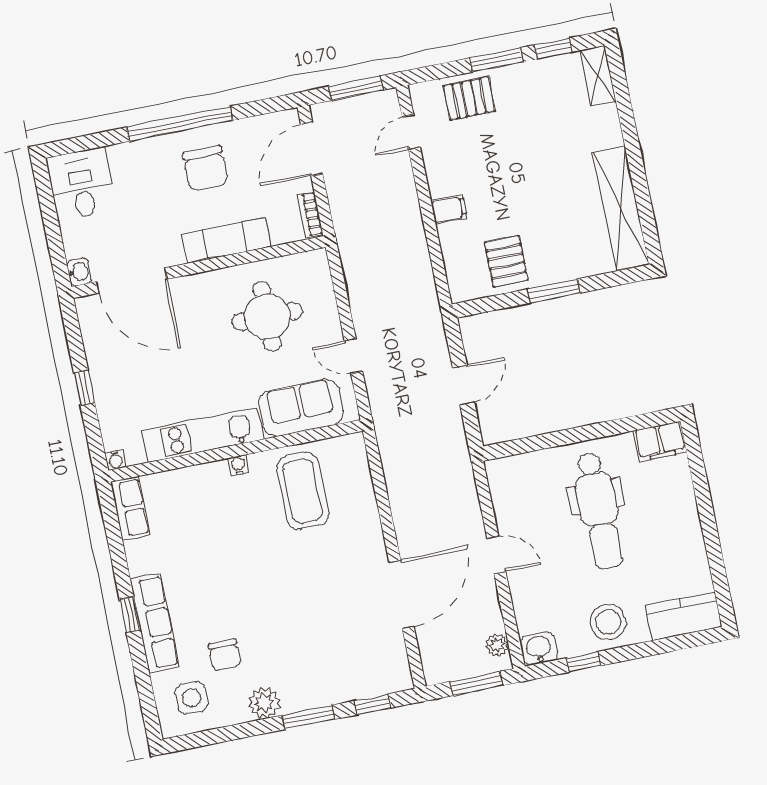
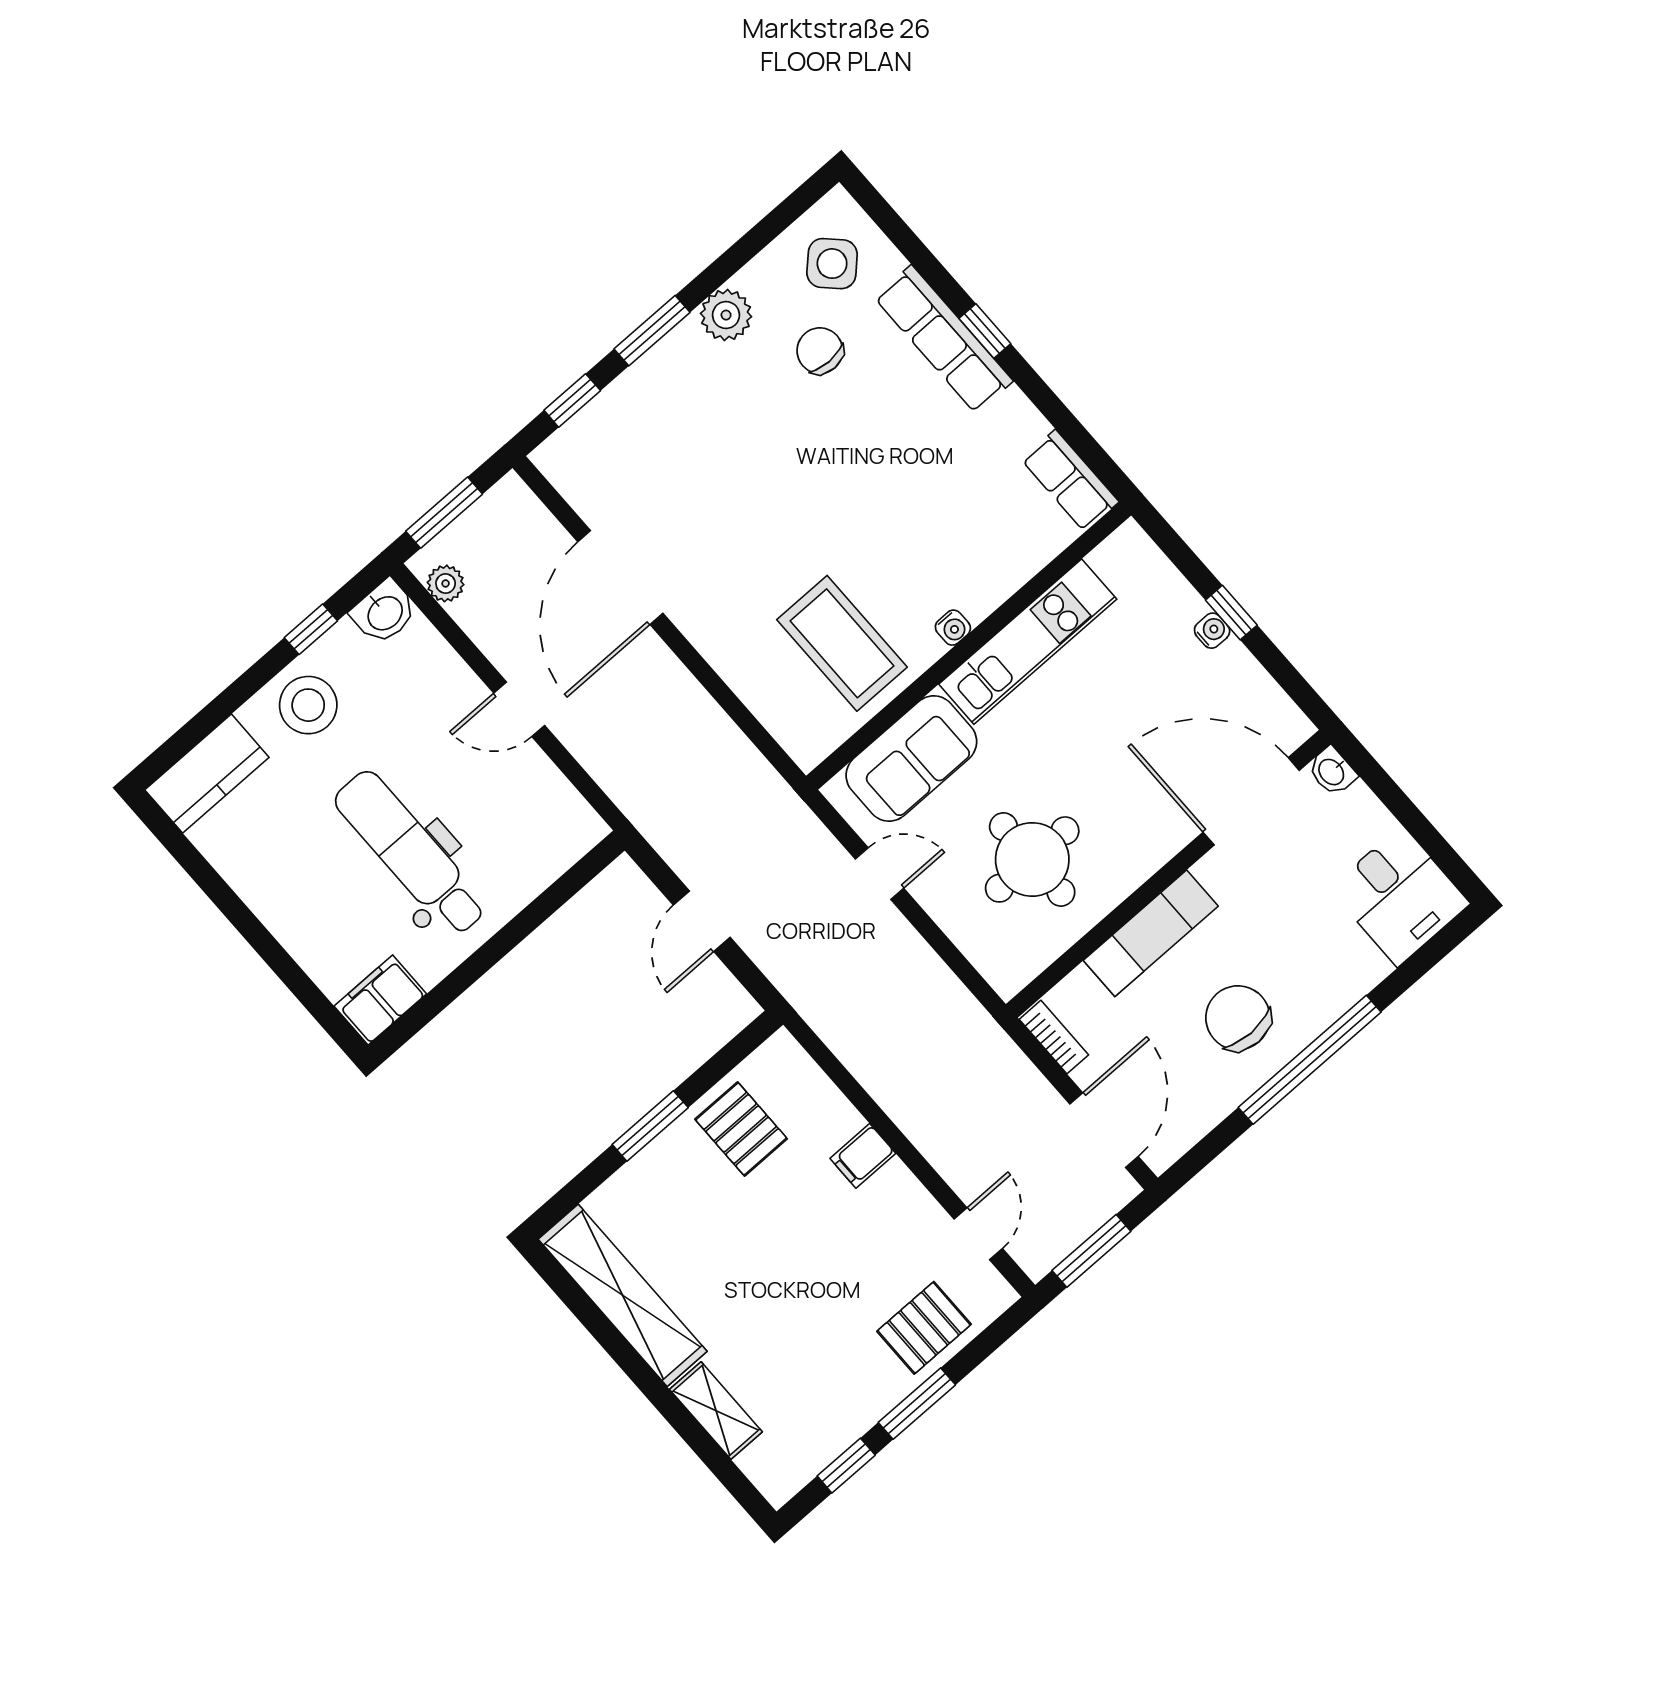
shelving: (598, 76) -> (716, 1411), moved
water cooler: (115, 460) -> (1212, 631), moved, turned 90
side table: (191, 698) -> (832, 264), turned 45

